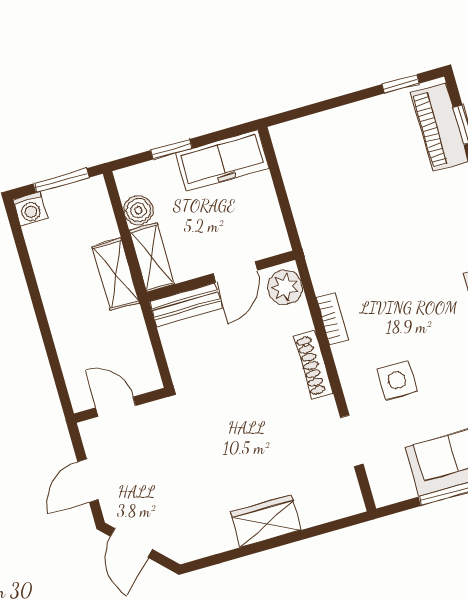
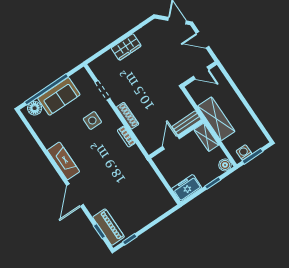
freezer: (222, 160) -> (187, 188), width x0.71
washing machine: (30, 209) -> (244, 152), moved
boiler: (138, 210) -> (225, 165), moved
shelving: (116, 274) -> (216, 119), width x1.50, depth x1.33
plant: (285, 287) -> (149, 143), removed
door: (88, 481) -> (203, 40), swing flipped

